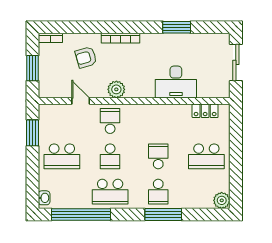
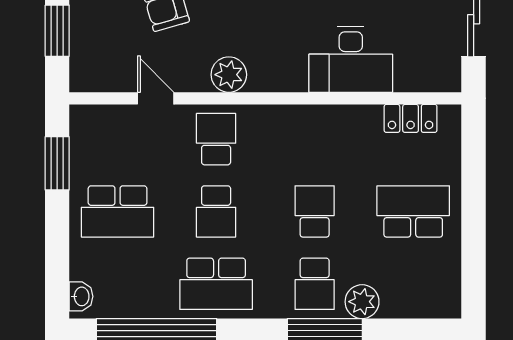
school desk: (206, 156) -> (413, 211), turned 180
plant: (222, 200) -> (362, 302), moved

